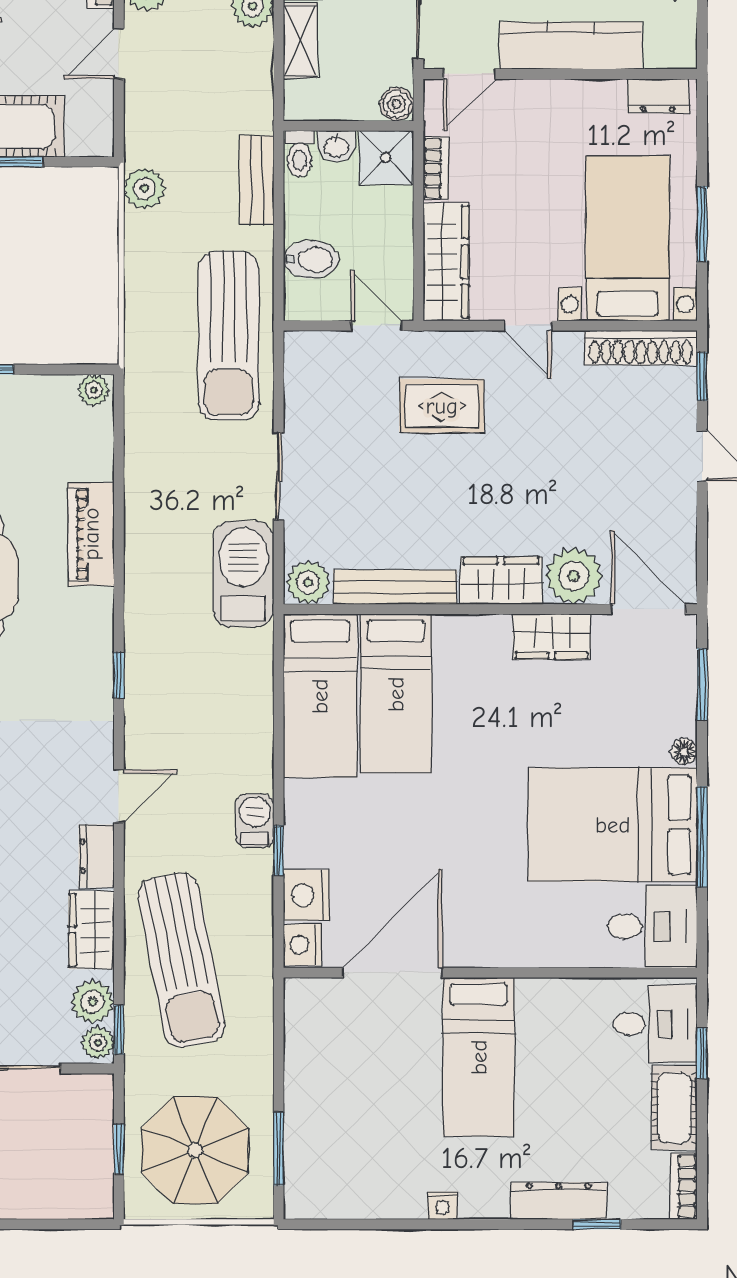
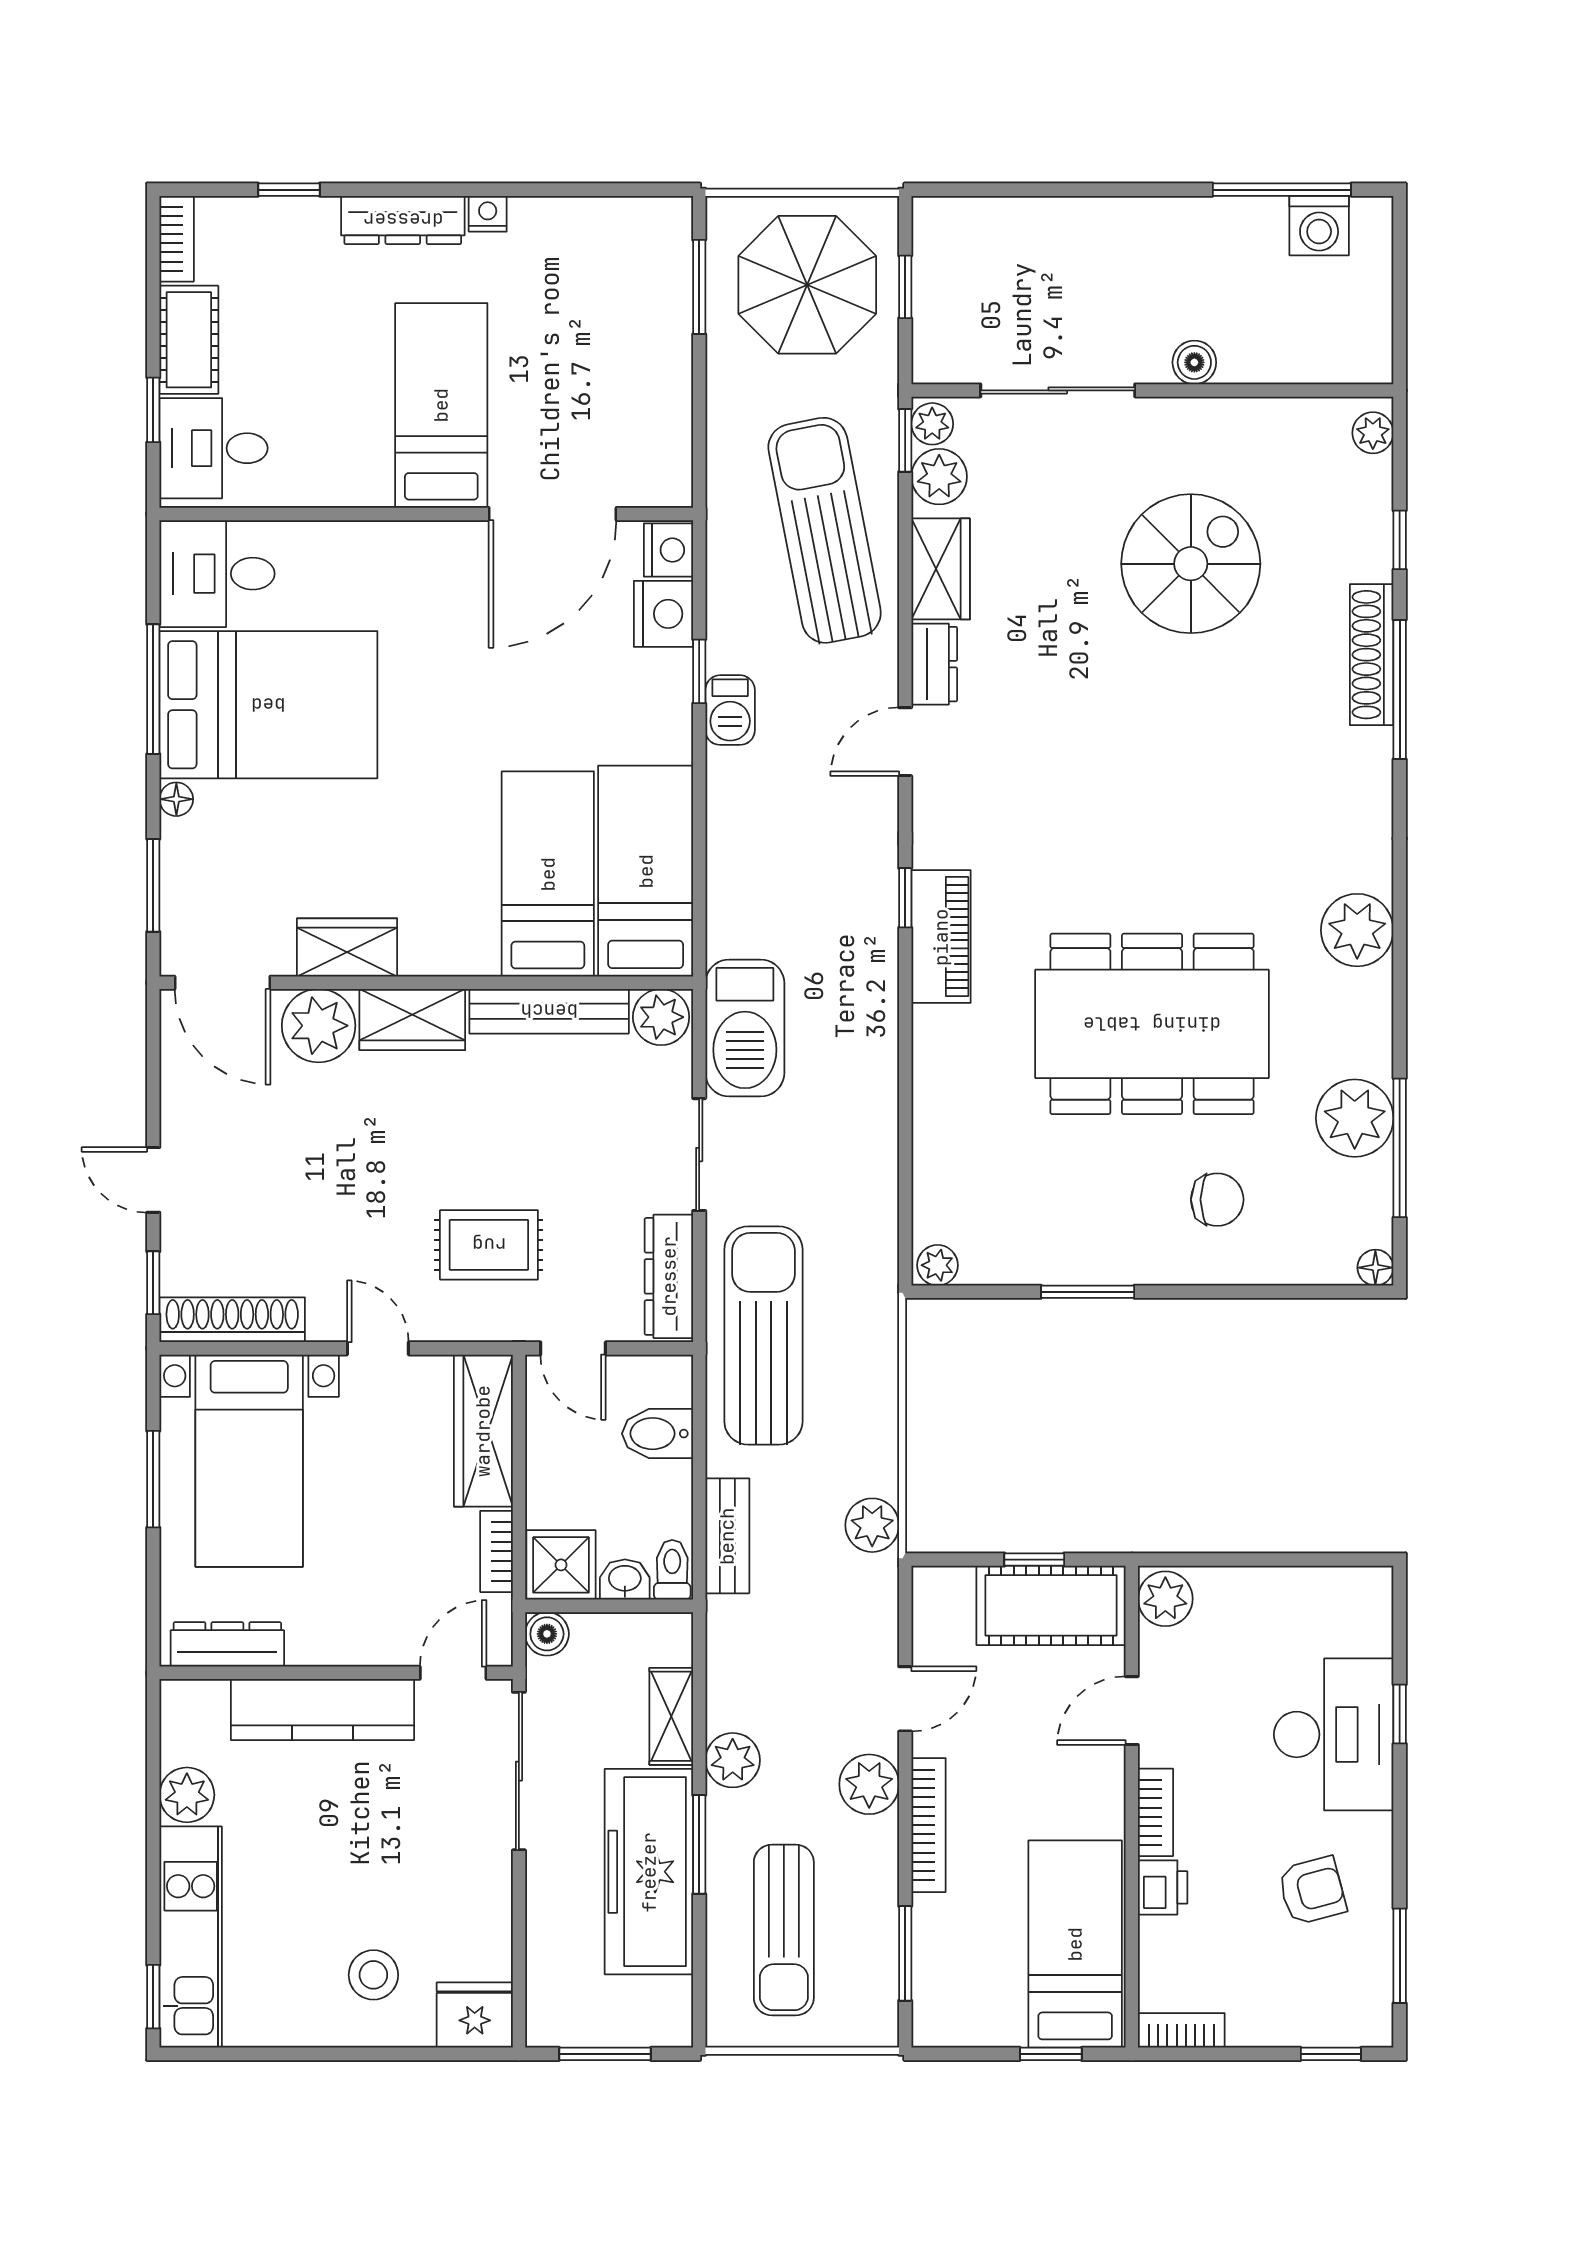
dresser: (658, 96) -> (227, 1644), width x1.44
dresser: (302, 381) -> (669, 1276), added
piano: (91, 534) -> (941, 937), moved
dresser: (559, 1201) -> (403, 220), moved

